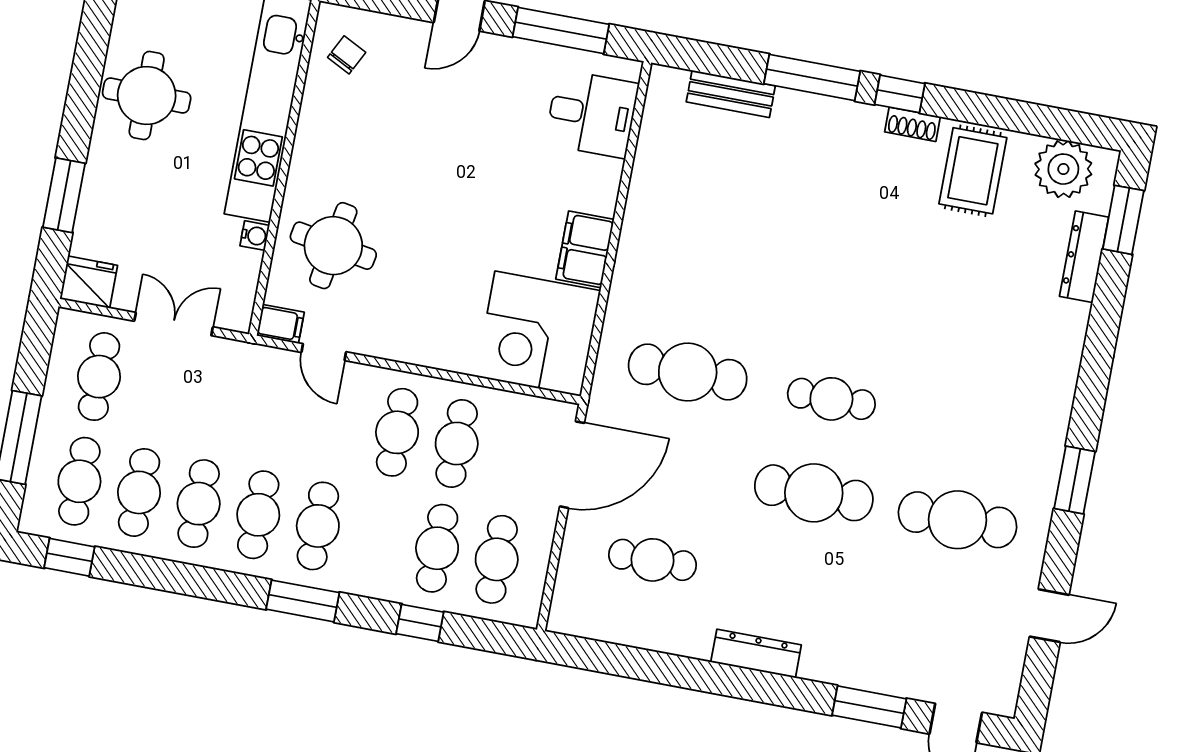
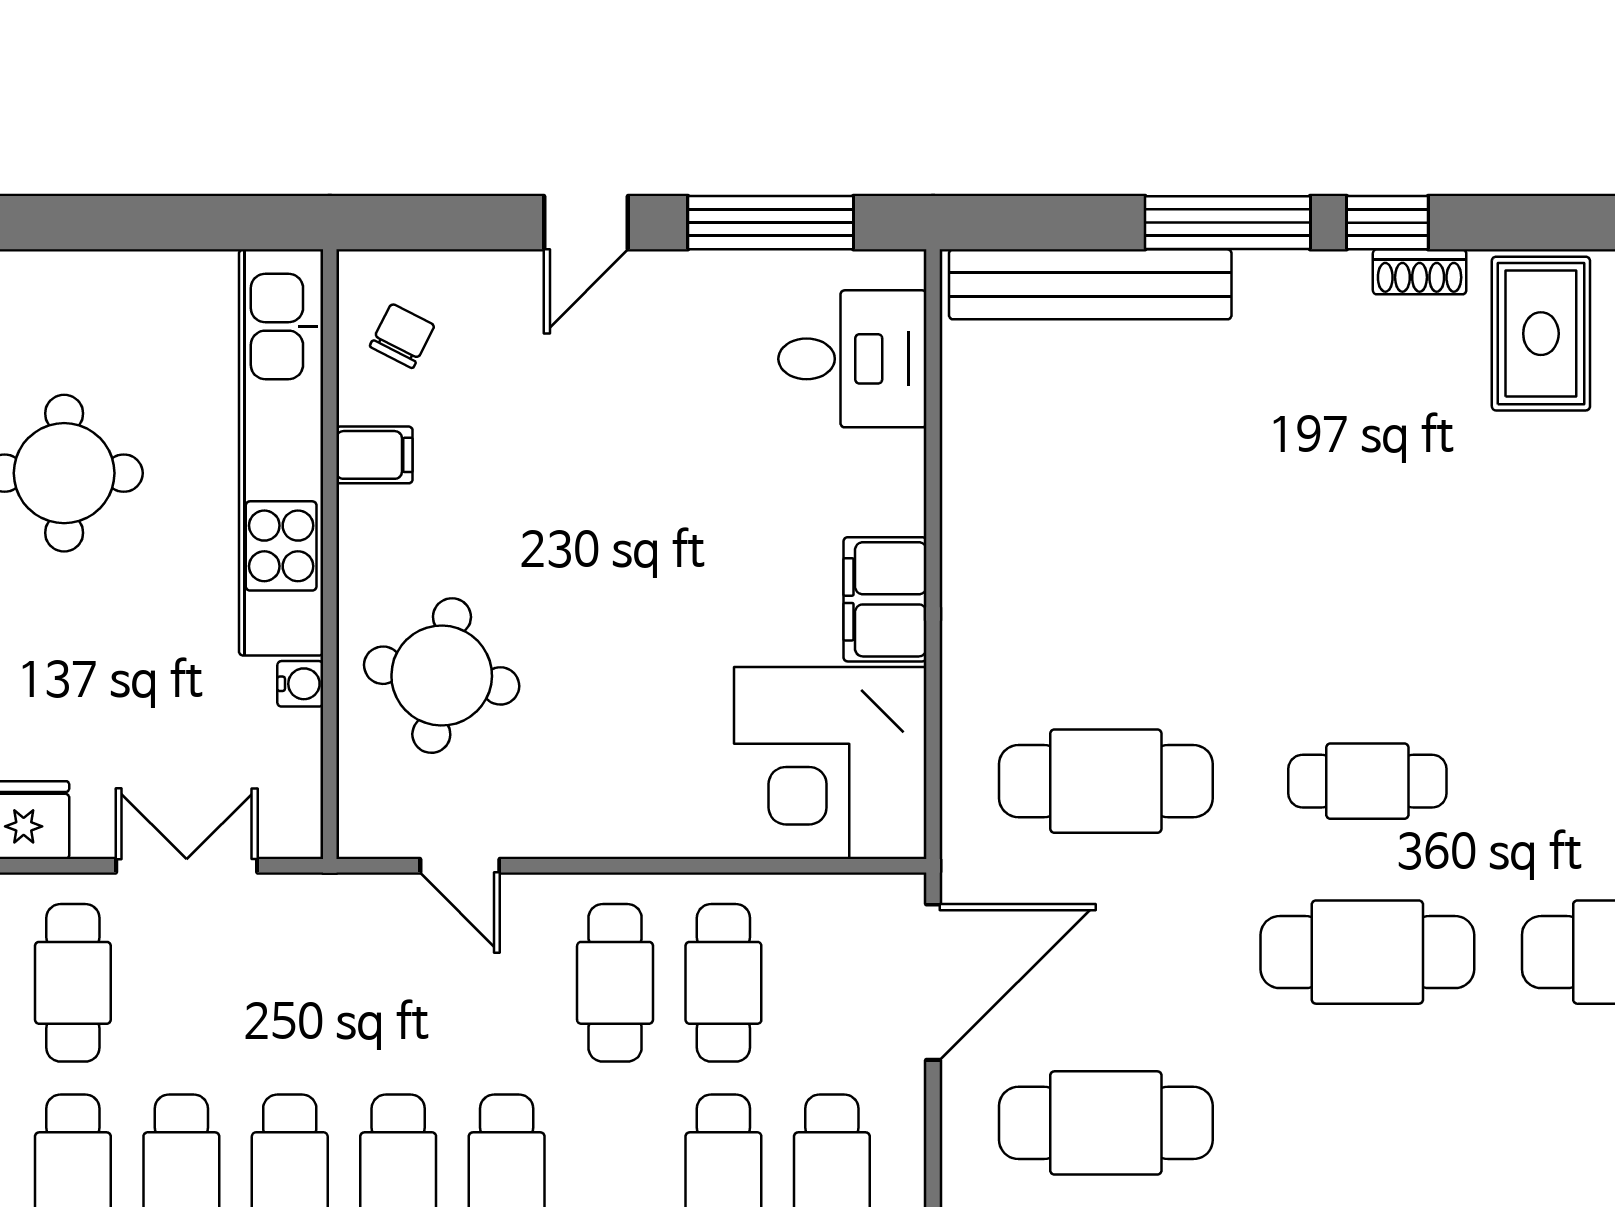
bench: (731, 94) -> (1090, 284), width x1.86, depth x1.21
filing cabinet: (280, 324) -> (374, 455), moved
cafe table: (652, 560) -> (1106, 1123), width x1.37, depth x1.35

